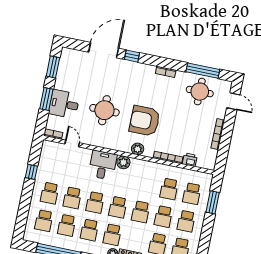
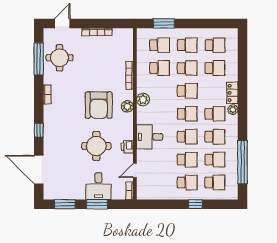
door: (104, 50) -> (39, 170), moved
printer: (190, 160) -> (127, 147), moved
plant: (123, 162) -> (143, 100), moved
window: (31, 172) -> (195, 204), moved

